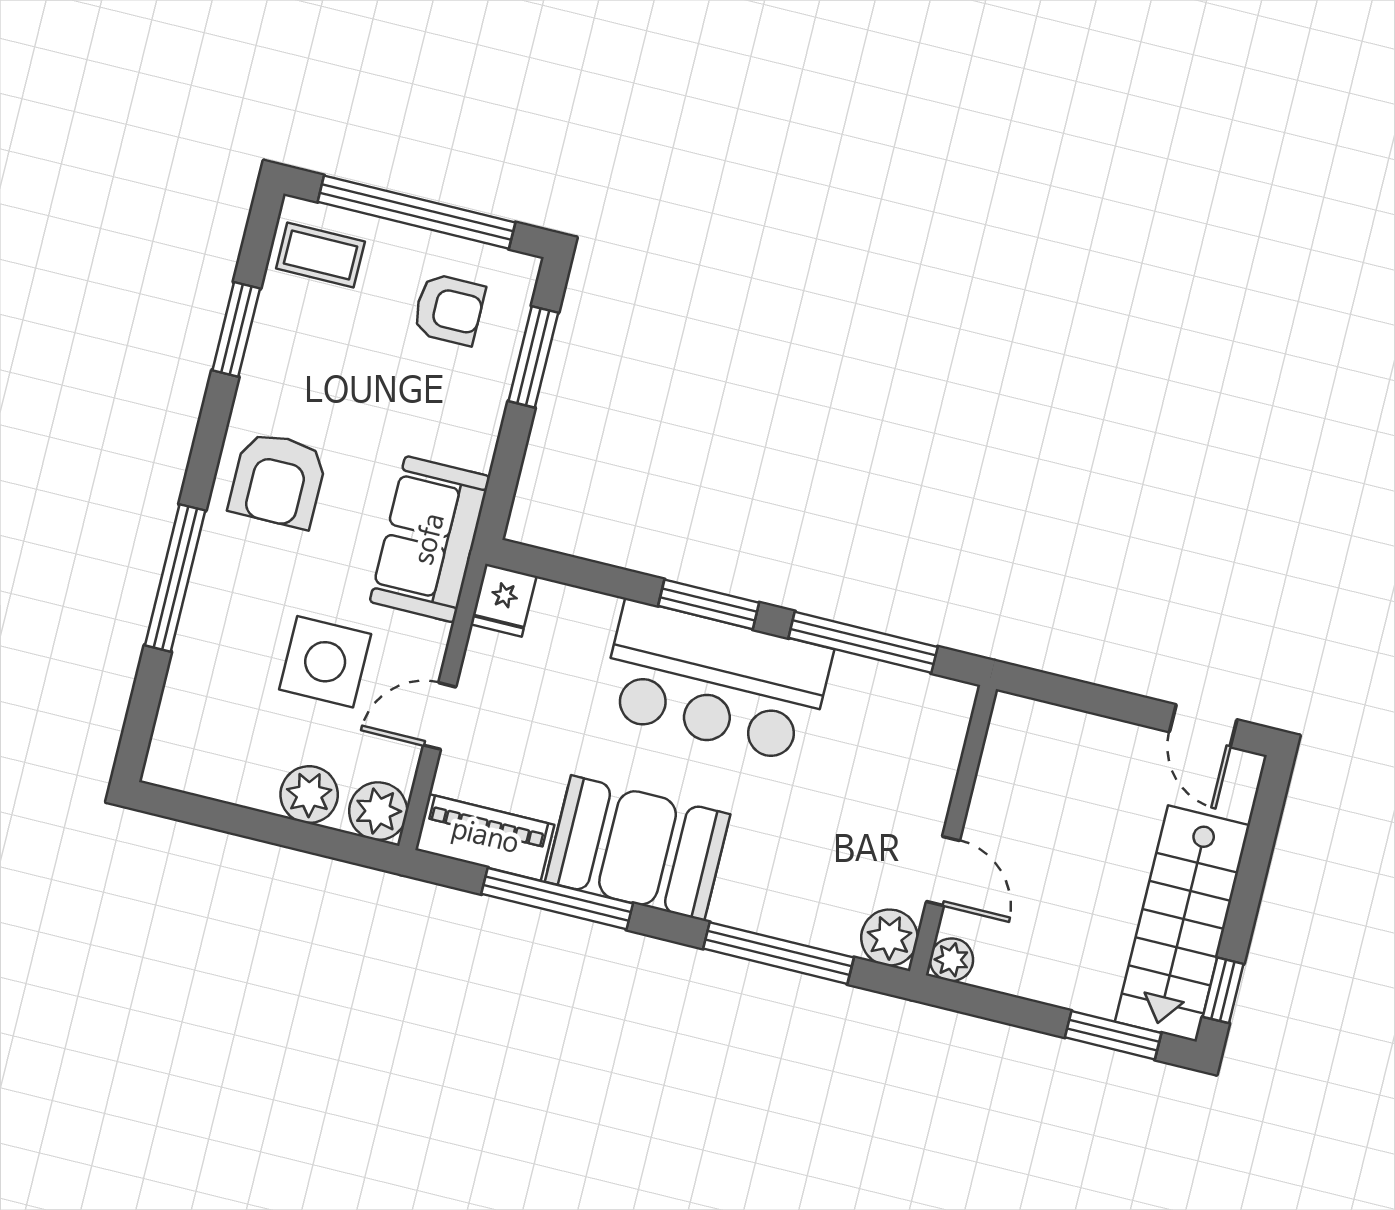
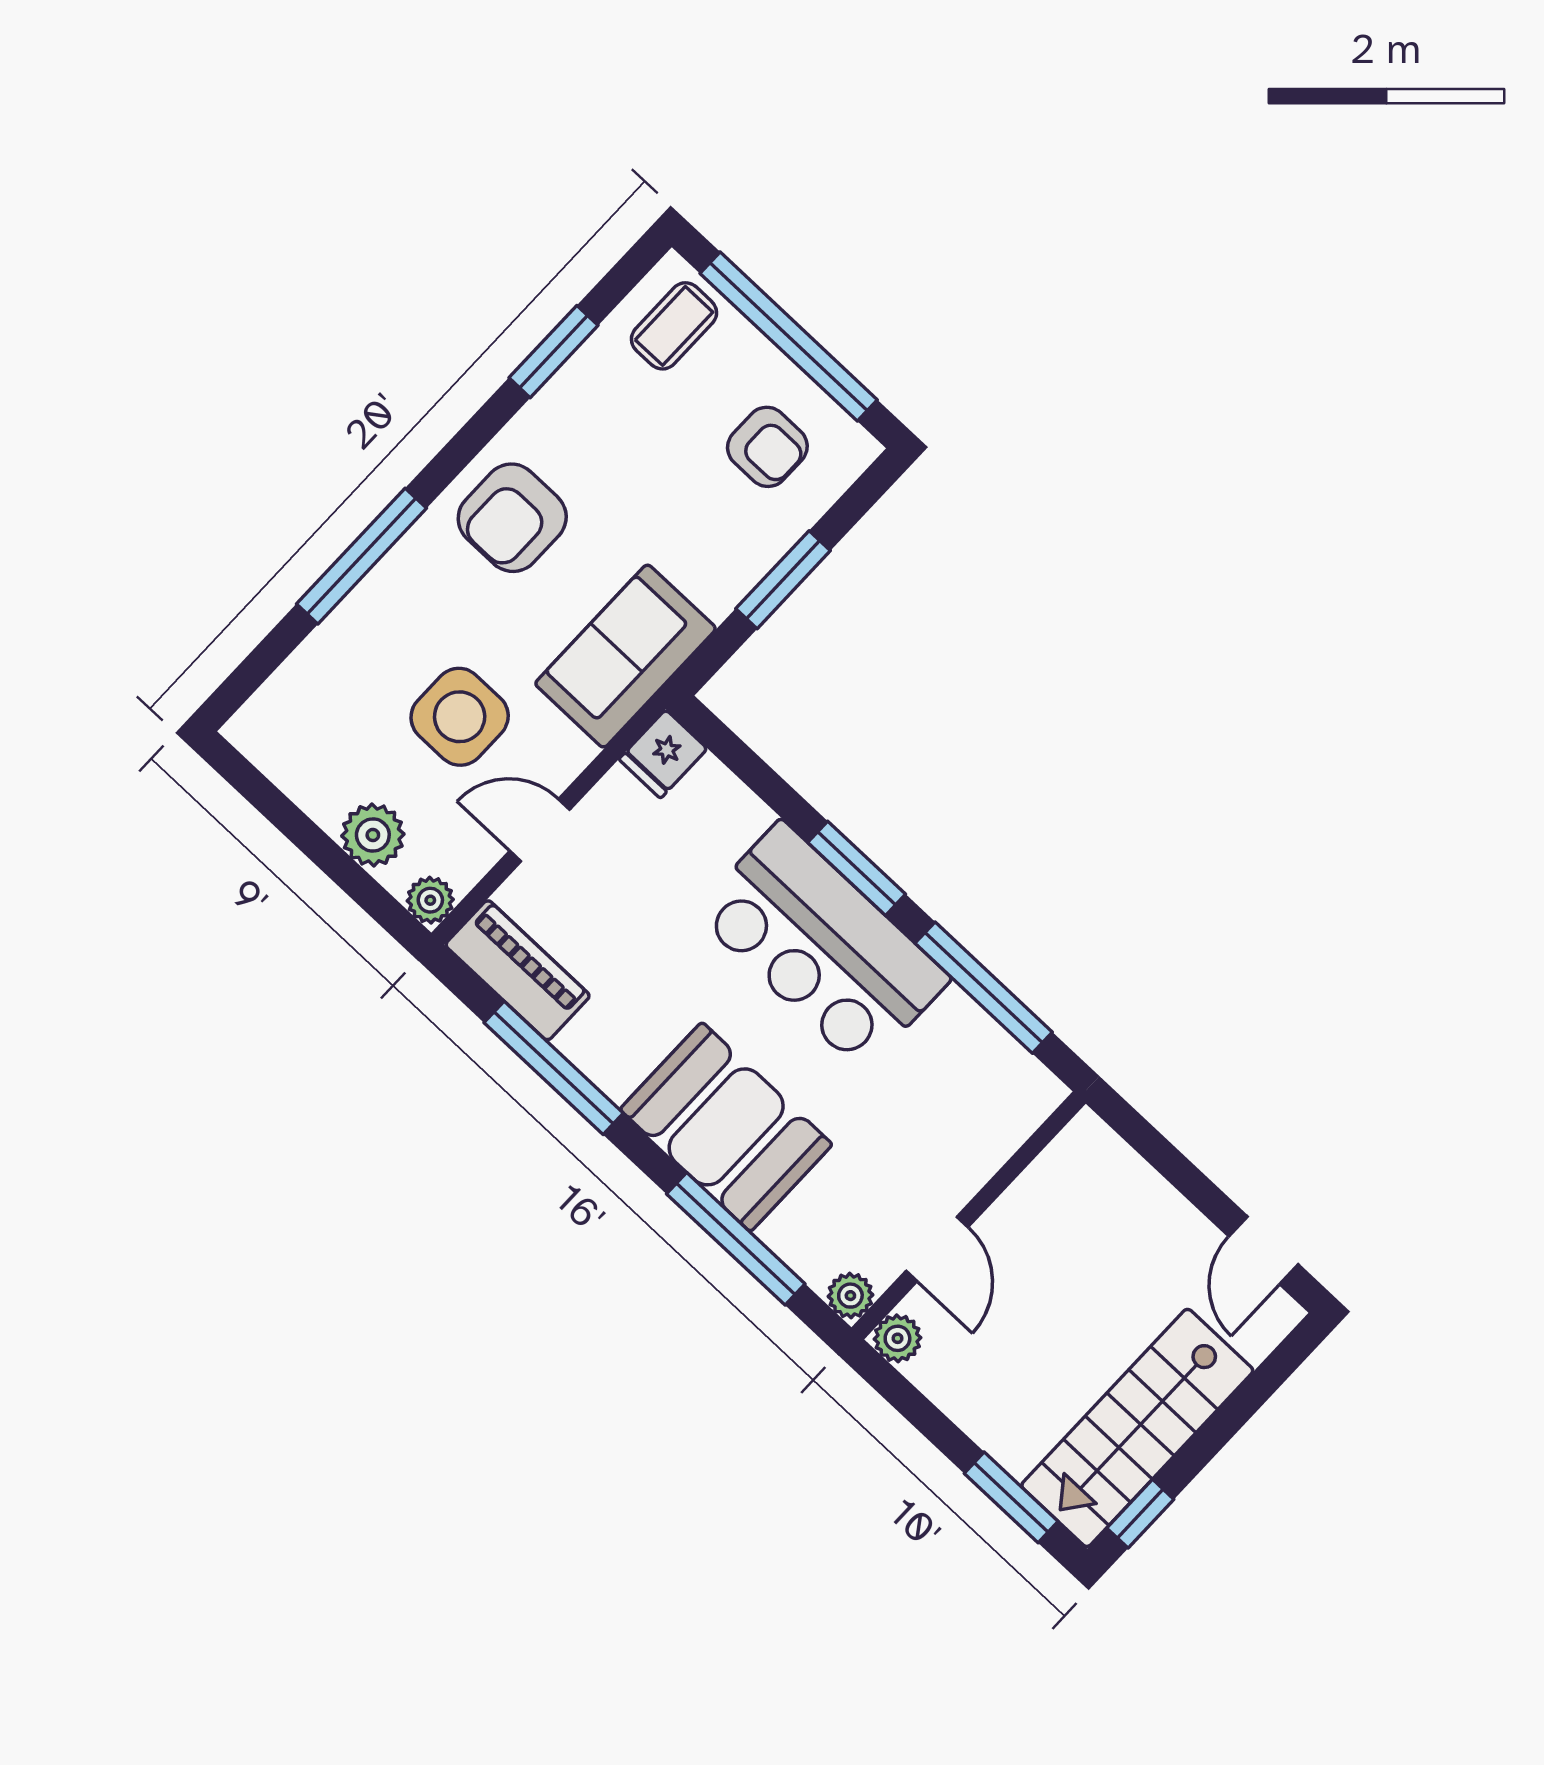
coffee table: (320, 255) -> (674, 326), turned 90
window: (533, 357) -> (783, 580), moved
plant: (378, 811) -> (430, 900), width x0.73, depth x0.73
booth: (638, 848) -> (726, 1127), moved
plant: (889, 938) -> (850, 1296), width x0.73, depth x0.73

